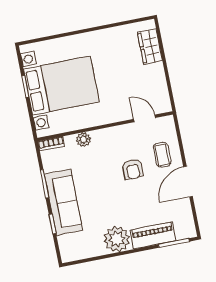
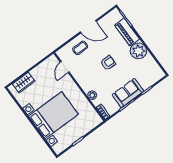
bed with nightstands: (61, 86) -> (53, 115), moved, turned 90
armchair: (133, 169) -> (108, 63), moved
sofa: (63, 202) -> (128, 93), width x0.73

